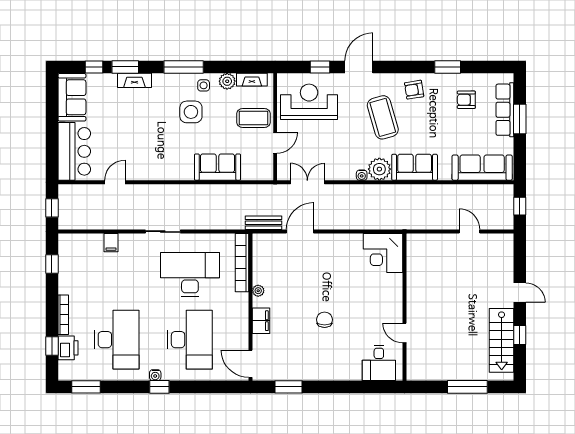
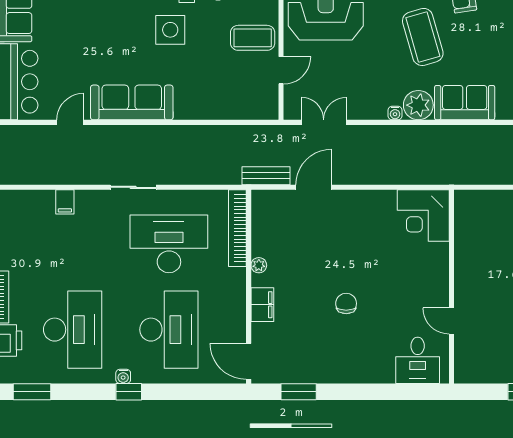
sofa: (218, 167) -> (132, 102), moved, width x1.36

